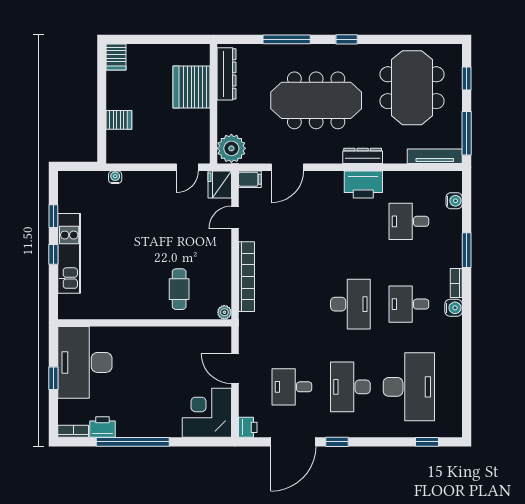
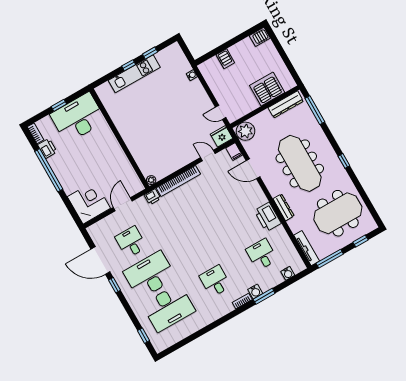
window: (287, 39) -> (315, 110), moved
cafe table: (179, 289) -> (150, 147), removed
desk: (350, 304) -> (196, 248), removed
water cooler: (454, 308) -> (255, 292), moved
desk: (350, 387) -> (150, 275), width x1.36, depth x1.30
printer: (248, 427) -> (153, 197), moved

